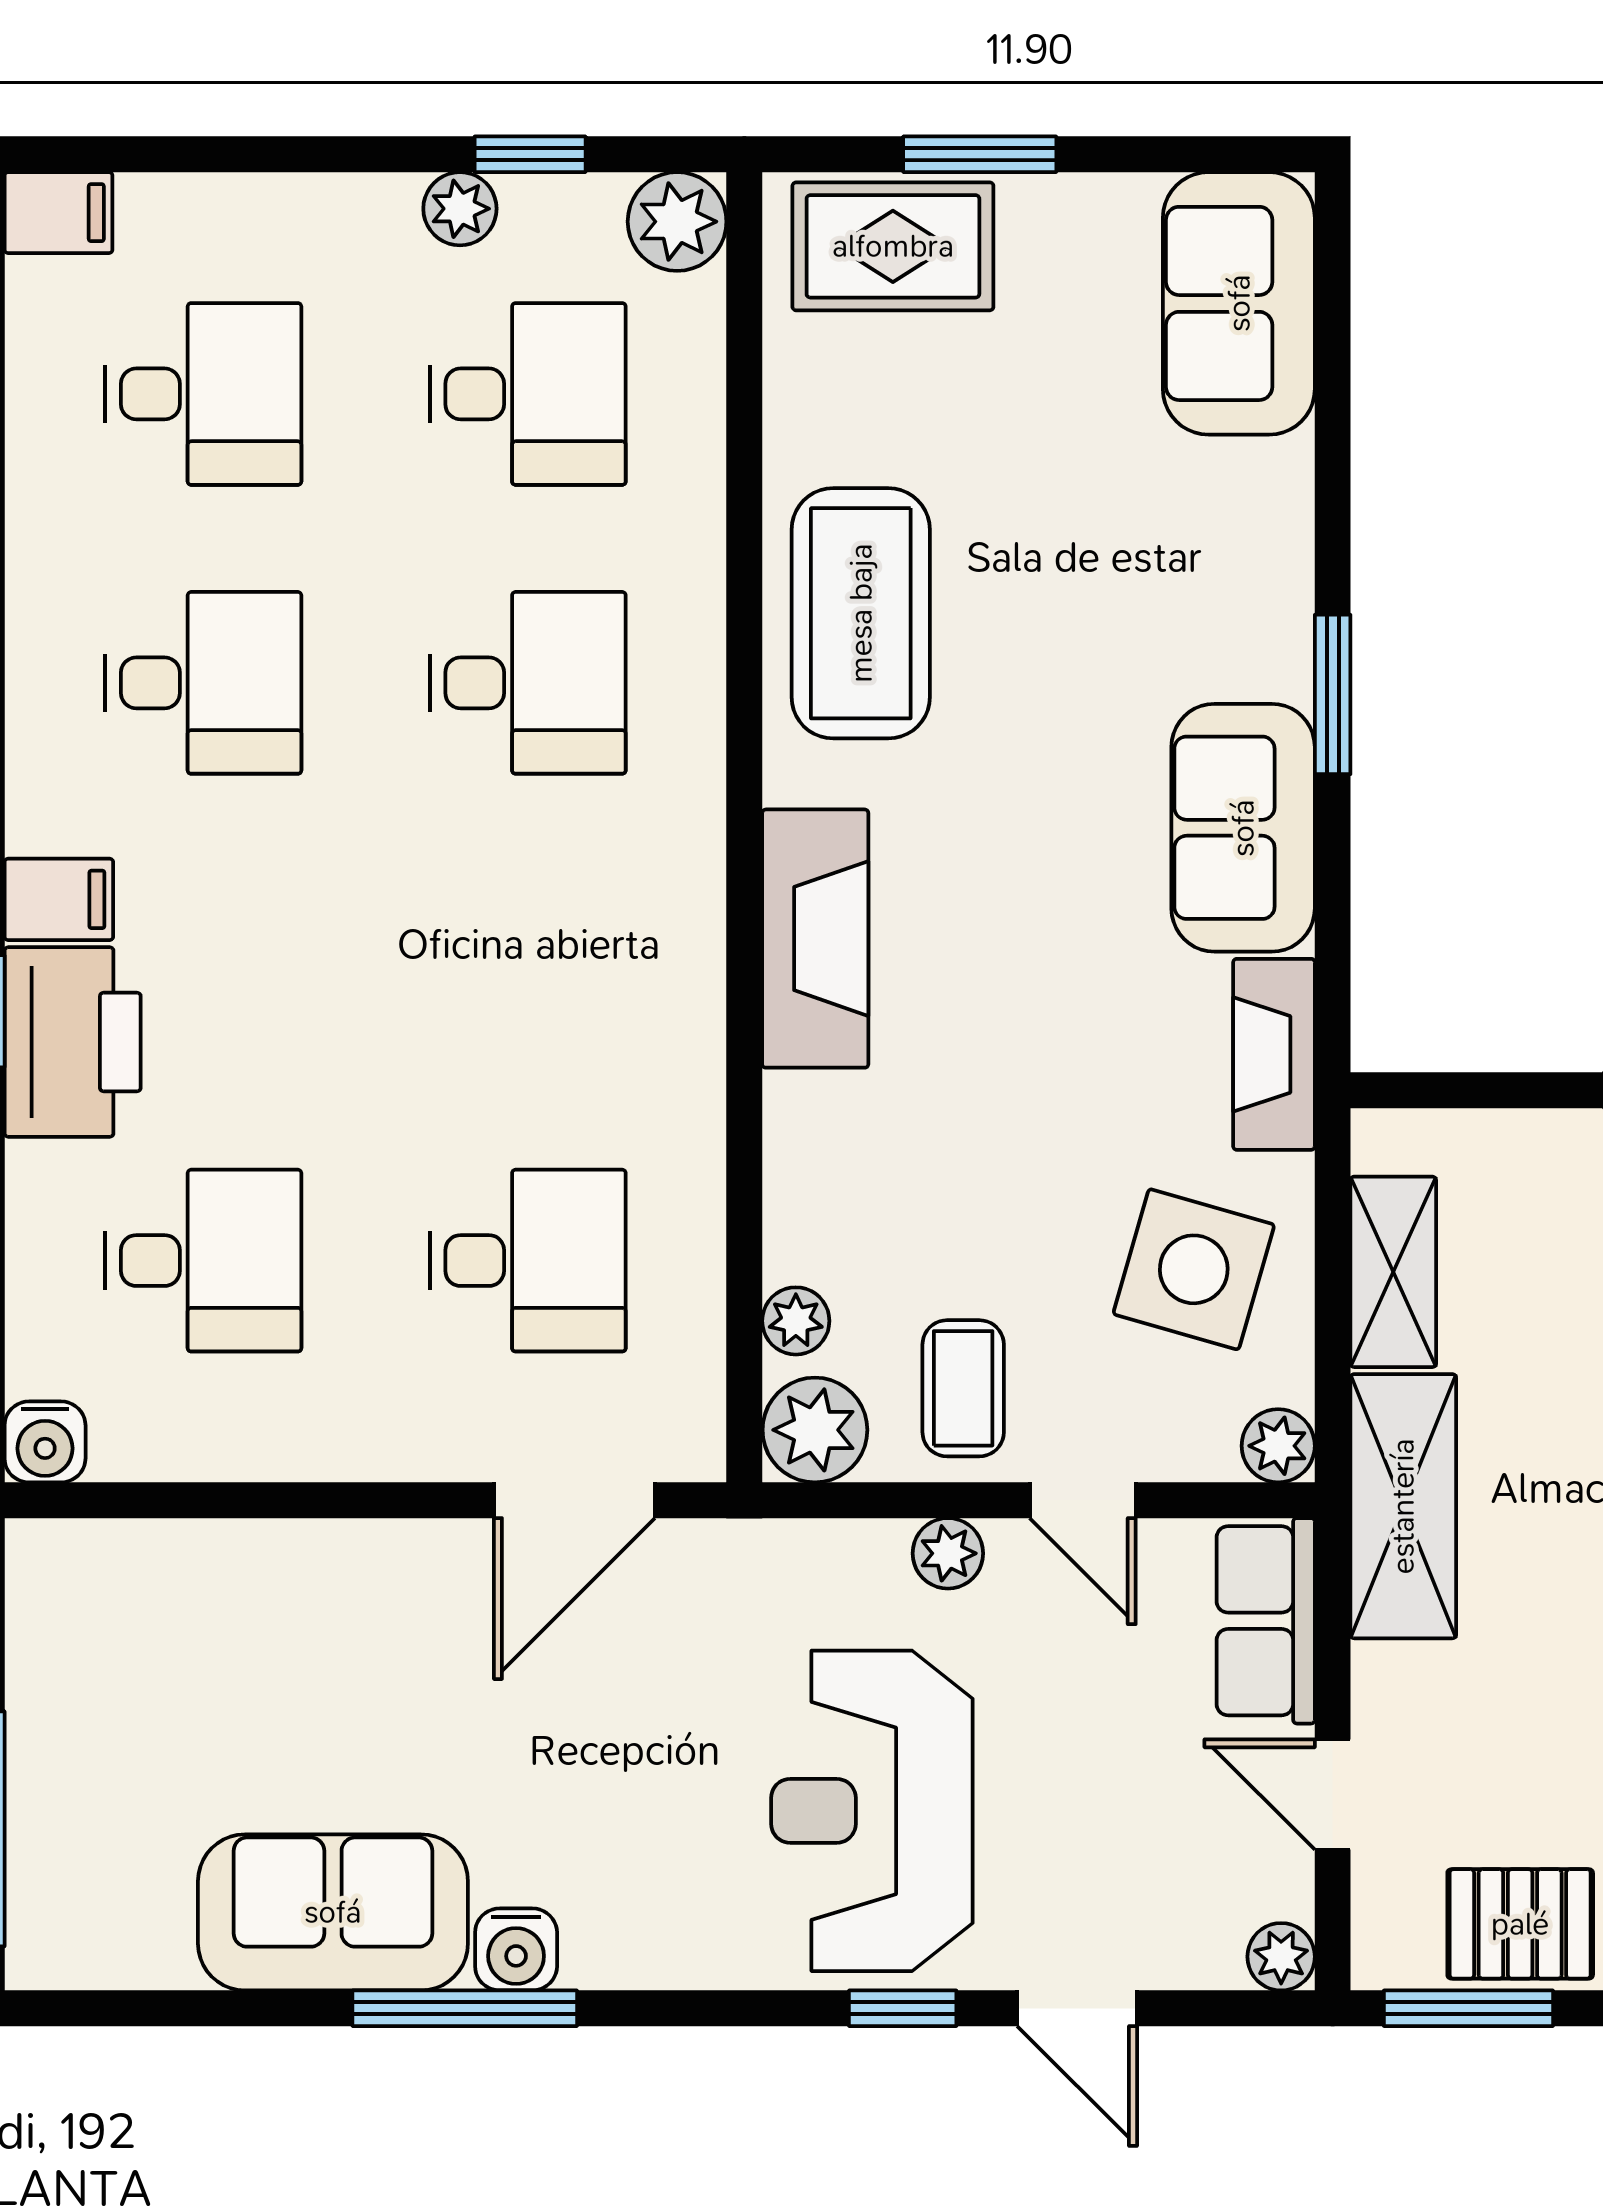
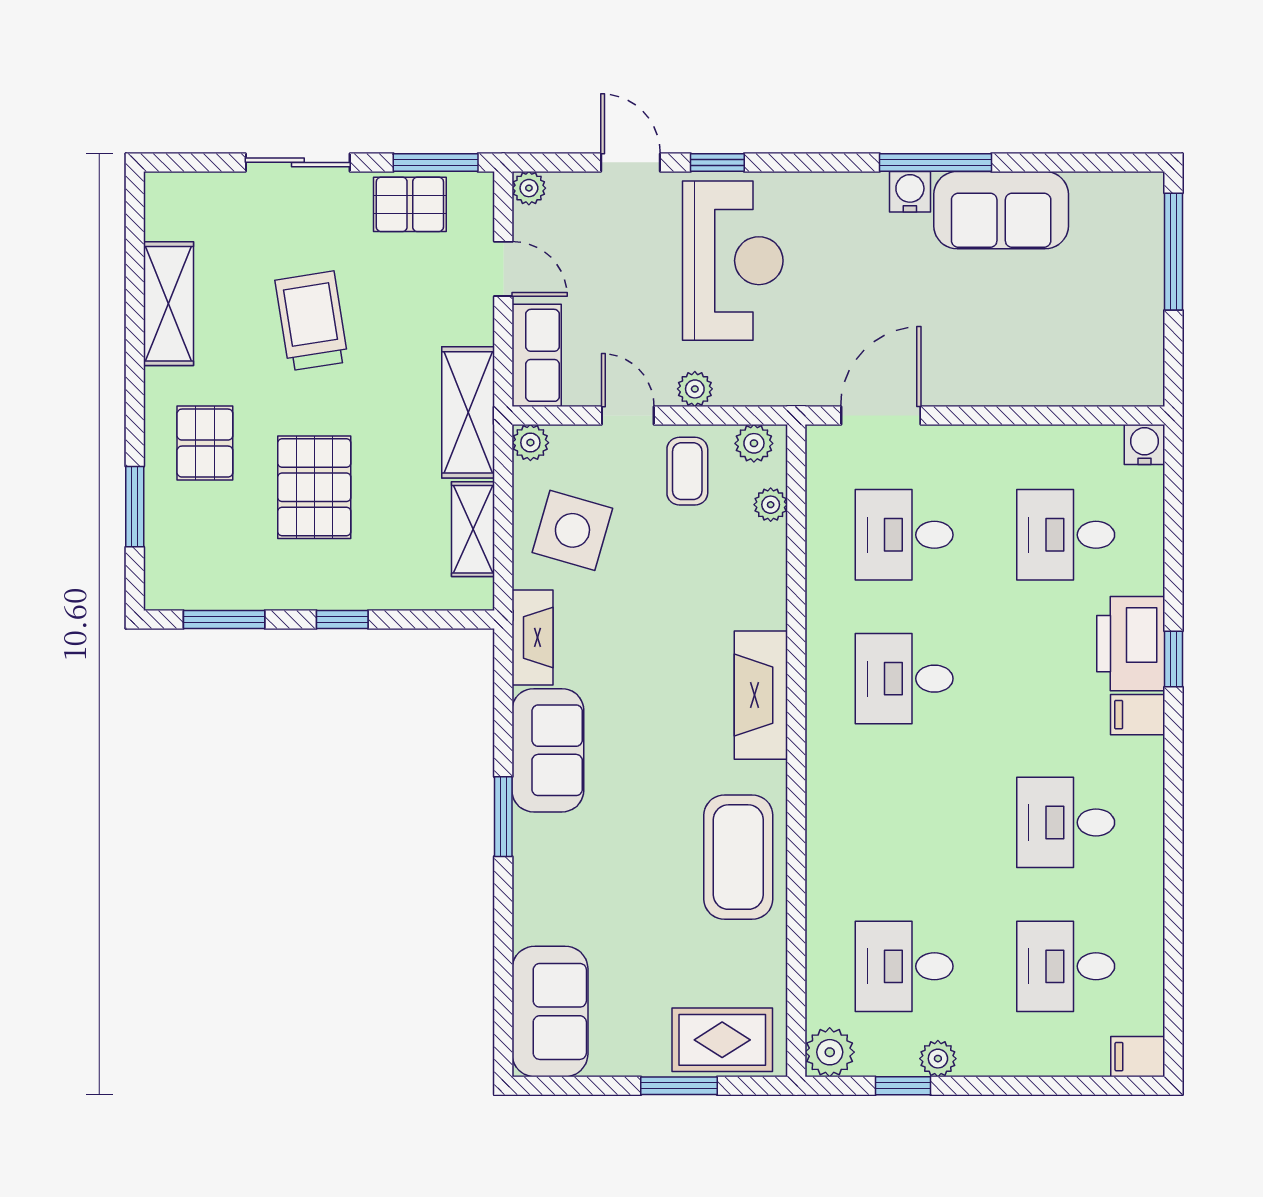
desk: (528, 683) -> (904, 679), moved
plant: (815, 1430) -> (754, 443), width x0.73, depth x0.73

